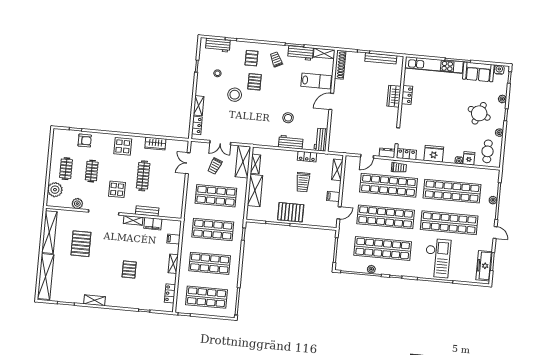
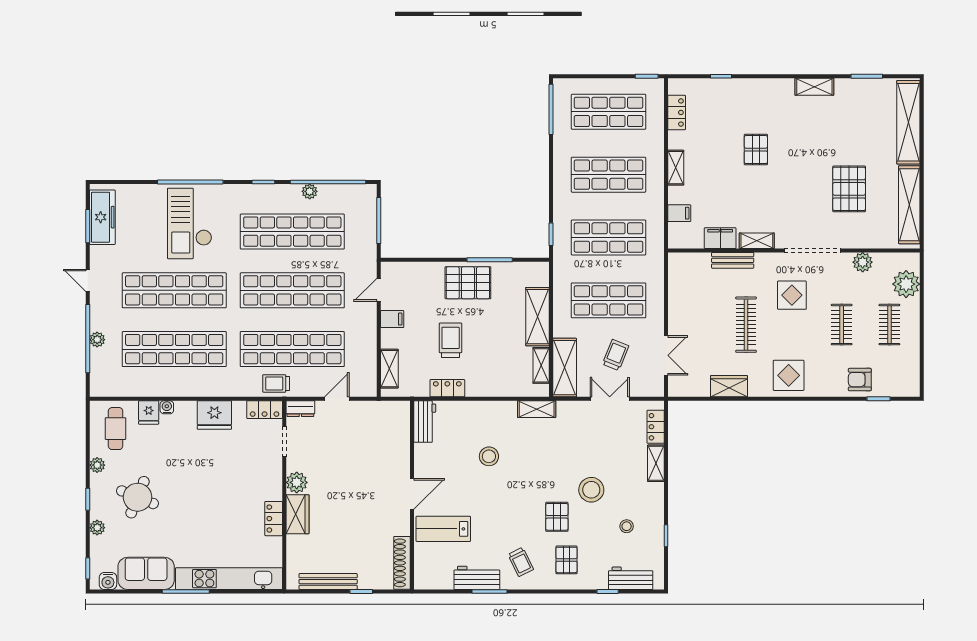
shelving: (324, 53) -> (537, 409), moved
plant: (393, 113) -> (297, 482), added
workbench: (291, 142) -> (480, 412), removed

